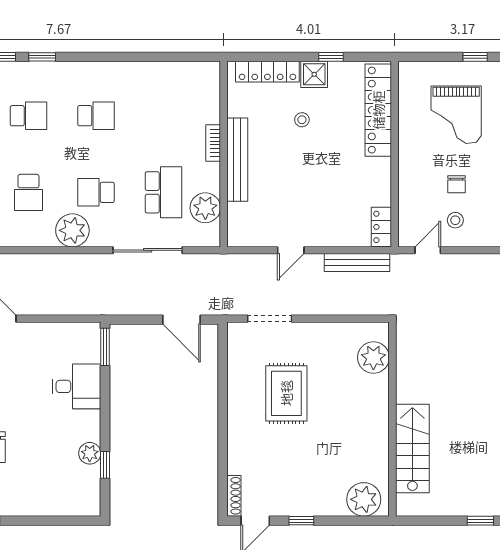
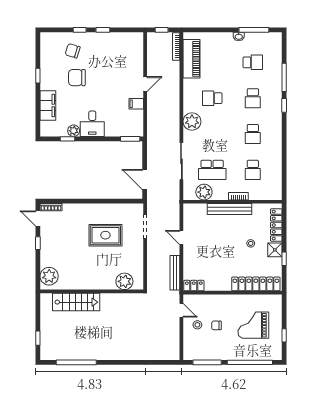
school desk: (96, 192) -> (253, 170), moved, turned 180
door: (182, 320) -> (145, 179), hinge flipped
filing cabinet: (39, 335) -> (136, 104), added
desk: (76, 386) -> (92, 124), moved
filing cabinet: (42, 502) -> (48, 106), added

